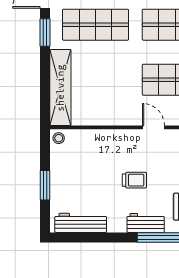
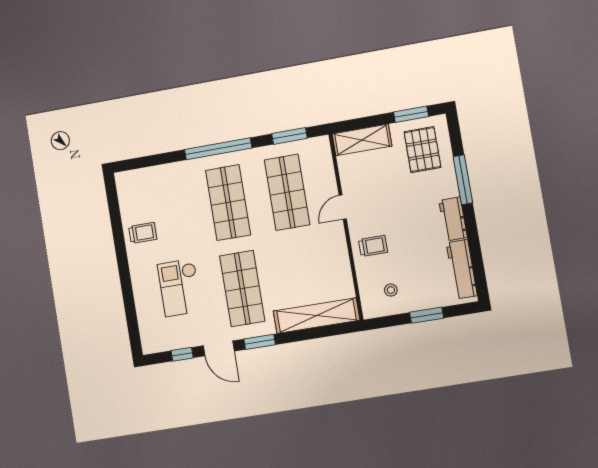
stool: (59, 138) -> (391, 290), moved
trolley: (134, 180) -> (373, 246), moved, turned 90
workbench: (146, 223) -> (453, 219), moved

